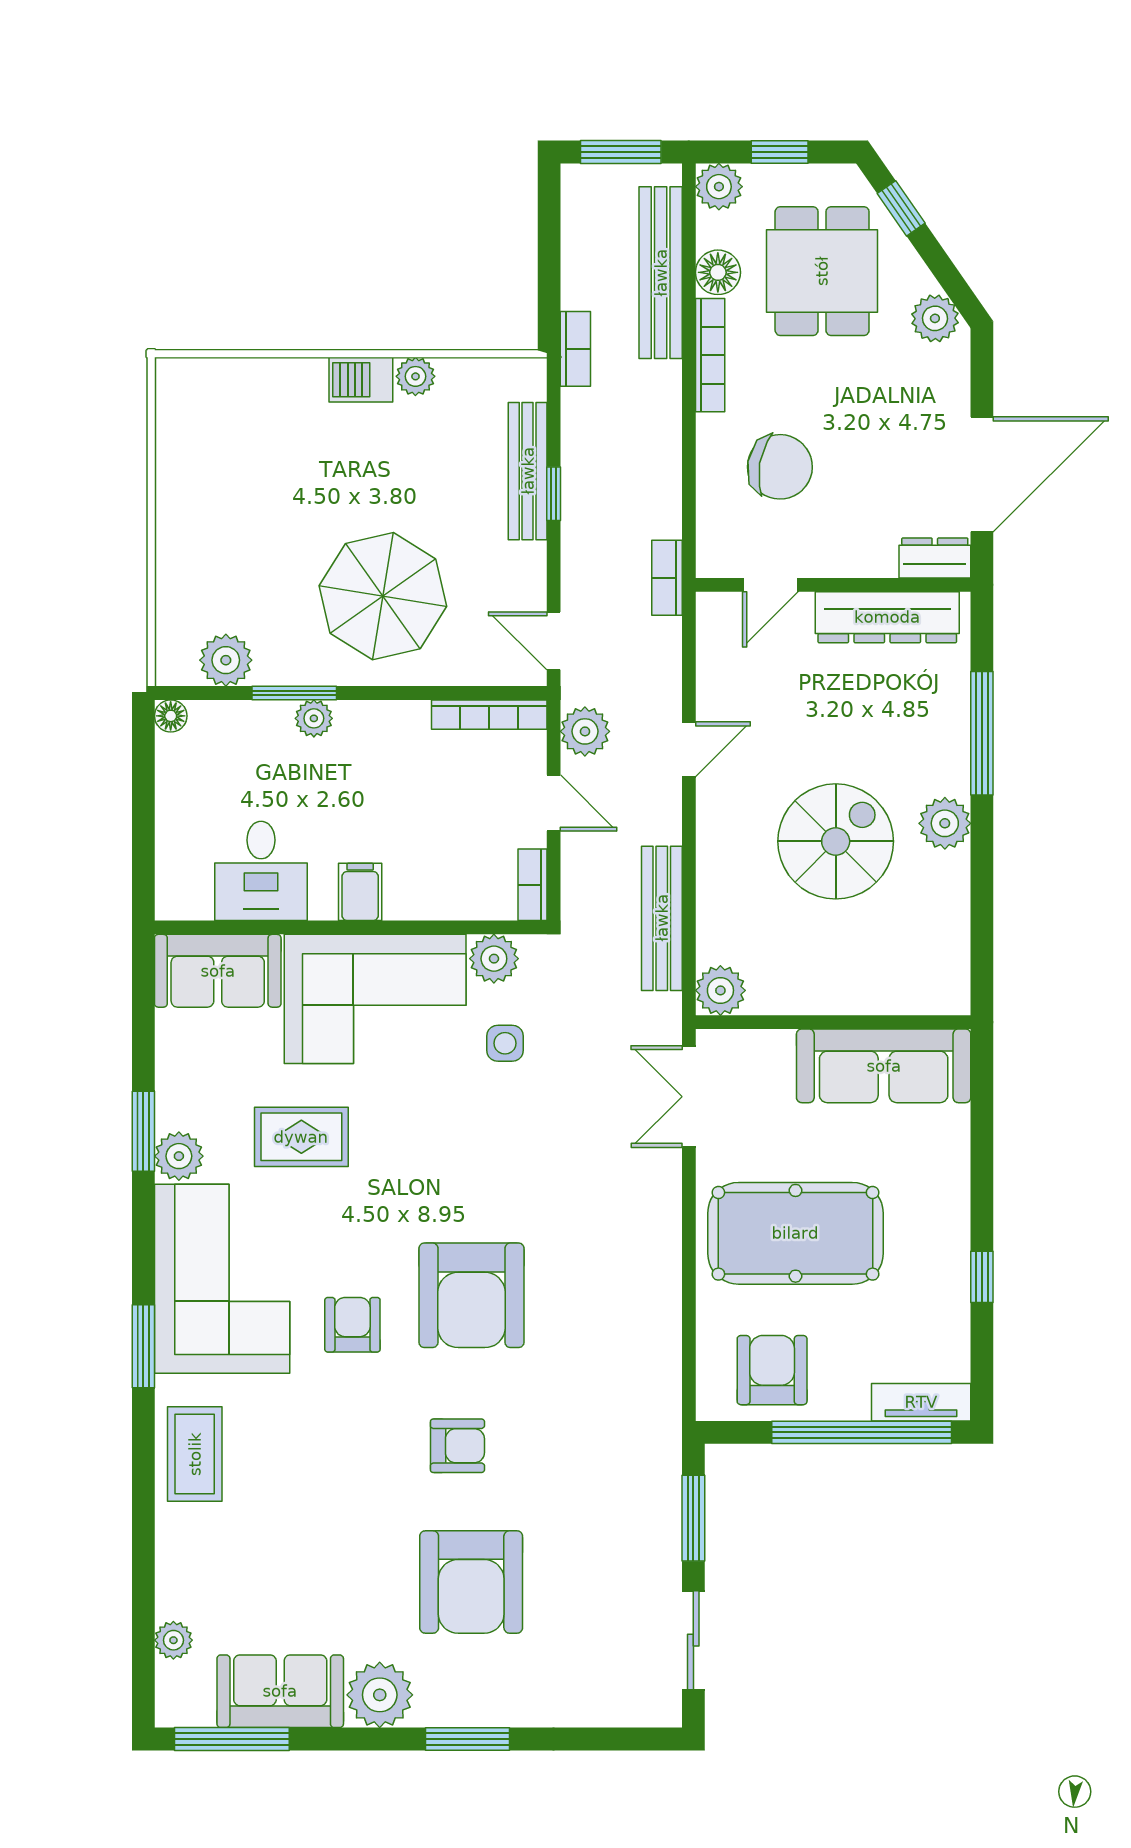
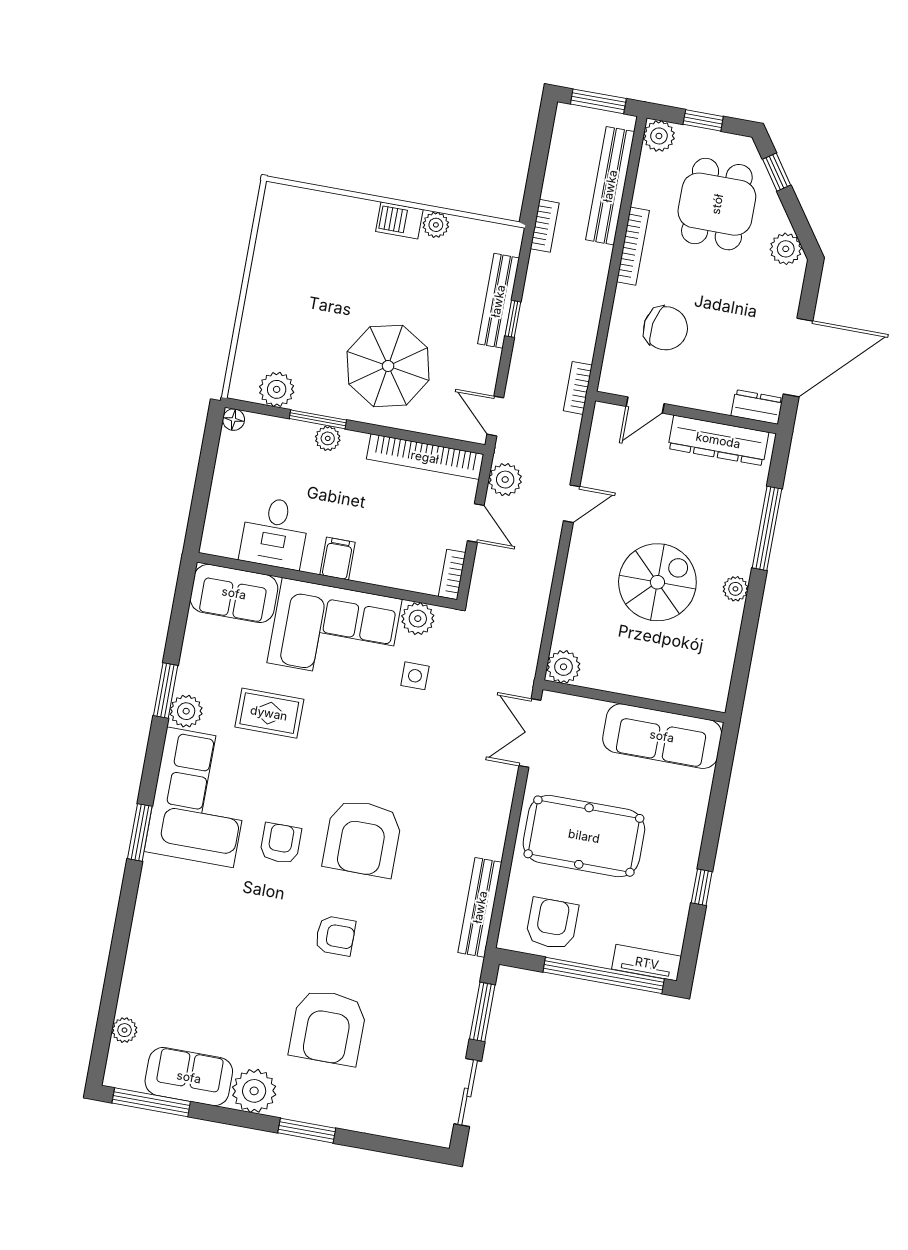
floor lamp: (718, 272) -> (648, 192), removed
bookcase: (489, 715) -> (425, 457), width x1.48, depth x1.31
plant: (945, 823) -> (735, 589), width x0.73, depth x0.73
bench: (662, 918) -> (480, 907), moved
coffee table: (195, 1454) -> (161, 910), removed

